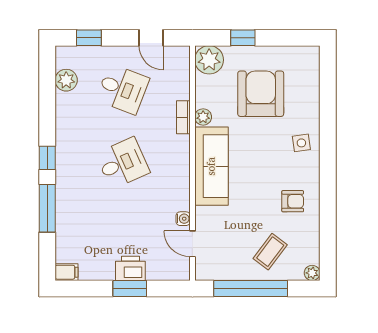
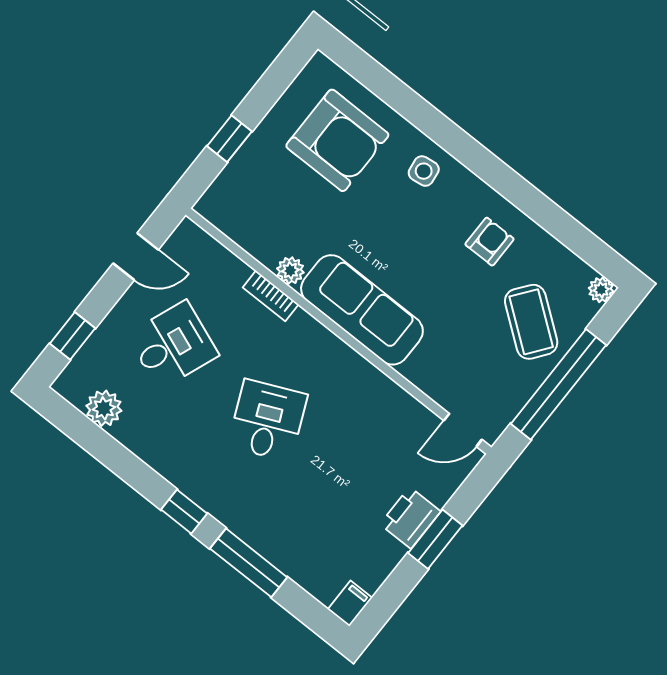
plant: (209, 60) -> (223, 205), removed
armchair: (261, 94) -> (337, 140), moved, turned 180
water cooler: (183, 219) -> (400, 400), removed
door: (192, 244) -> (463, 430), moved
coffee table: (270, 252) -> (531, 322), width x1.36, depth x1.30

